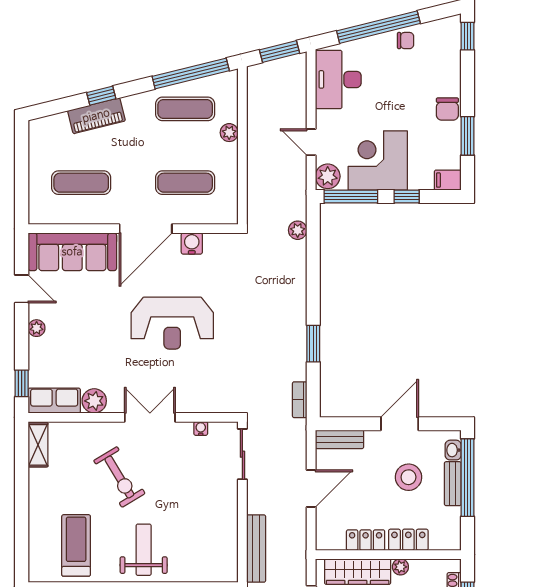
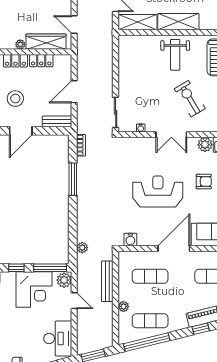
water cooler: (192, 243) -> (130, 240), moved
armchair: (96, 340) -> (204, 181), added
window: (313, 344) -> (73, 179), width x1.44
bench: (256, 549) -> (107, 281), moved

